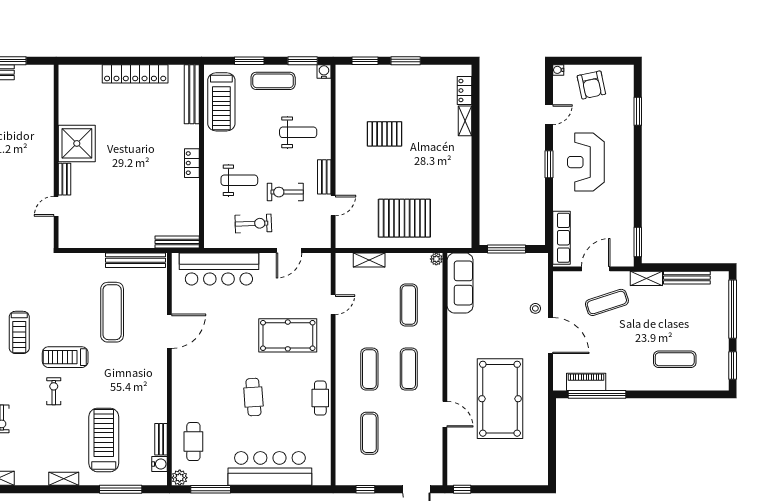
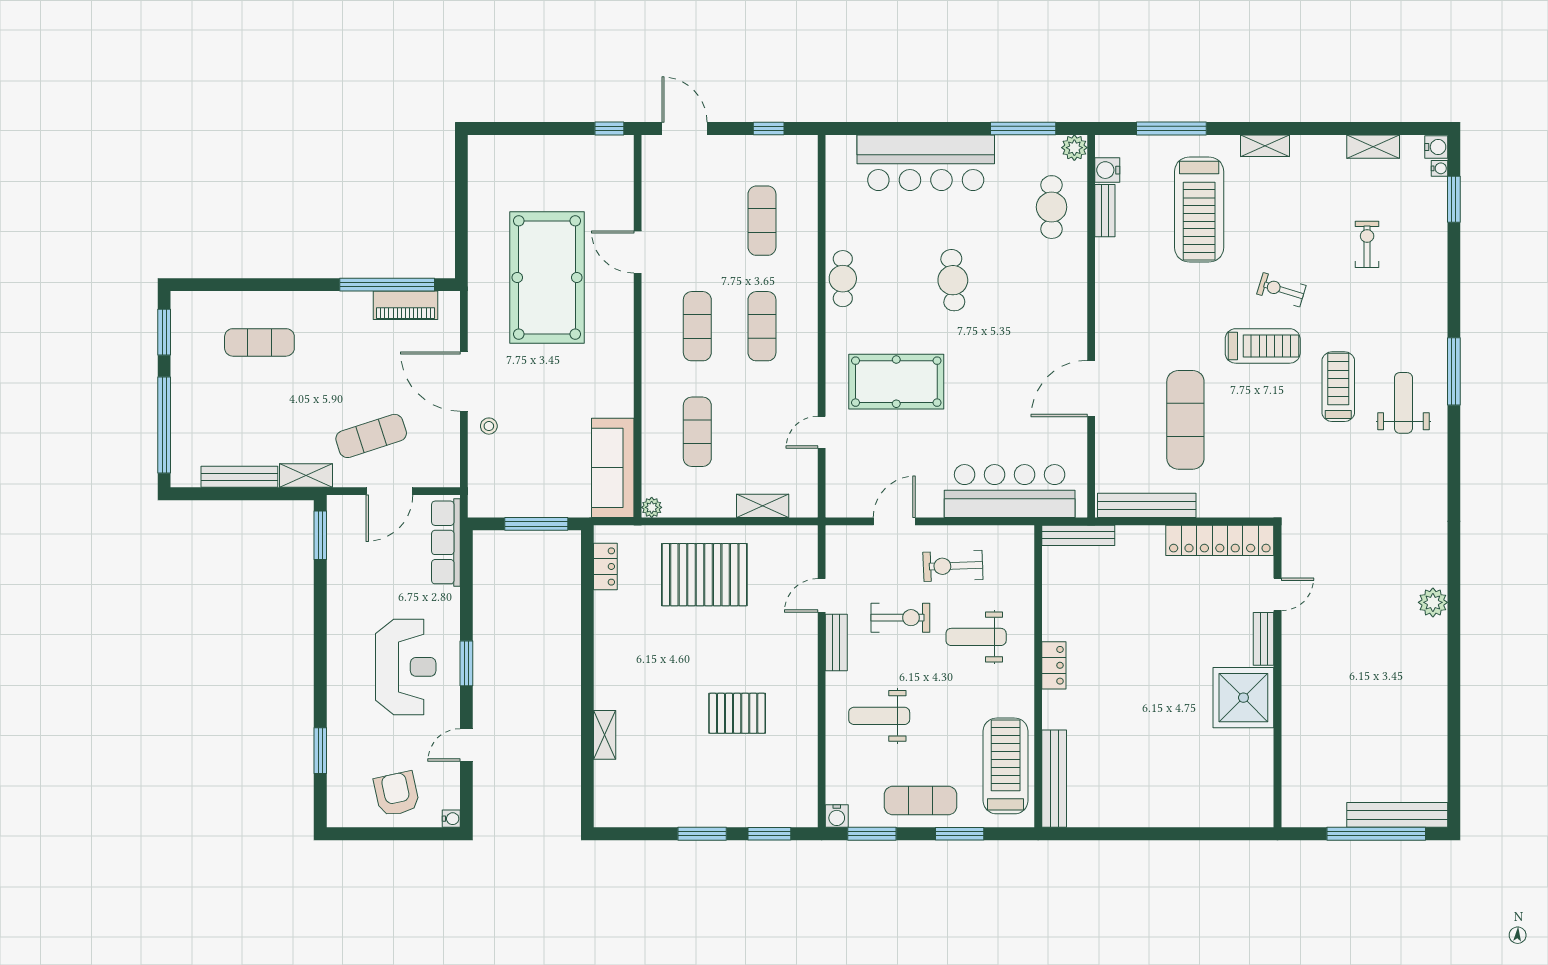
locker: (135, 74) -> (1220, 540), moved, turned 180
locker: (465, 90) -> (605, 566), moved
exercise bike: (54, 391) -> (1281, 290), turned 107

